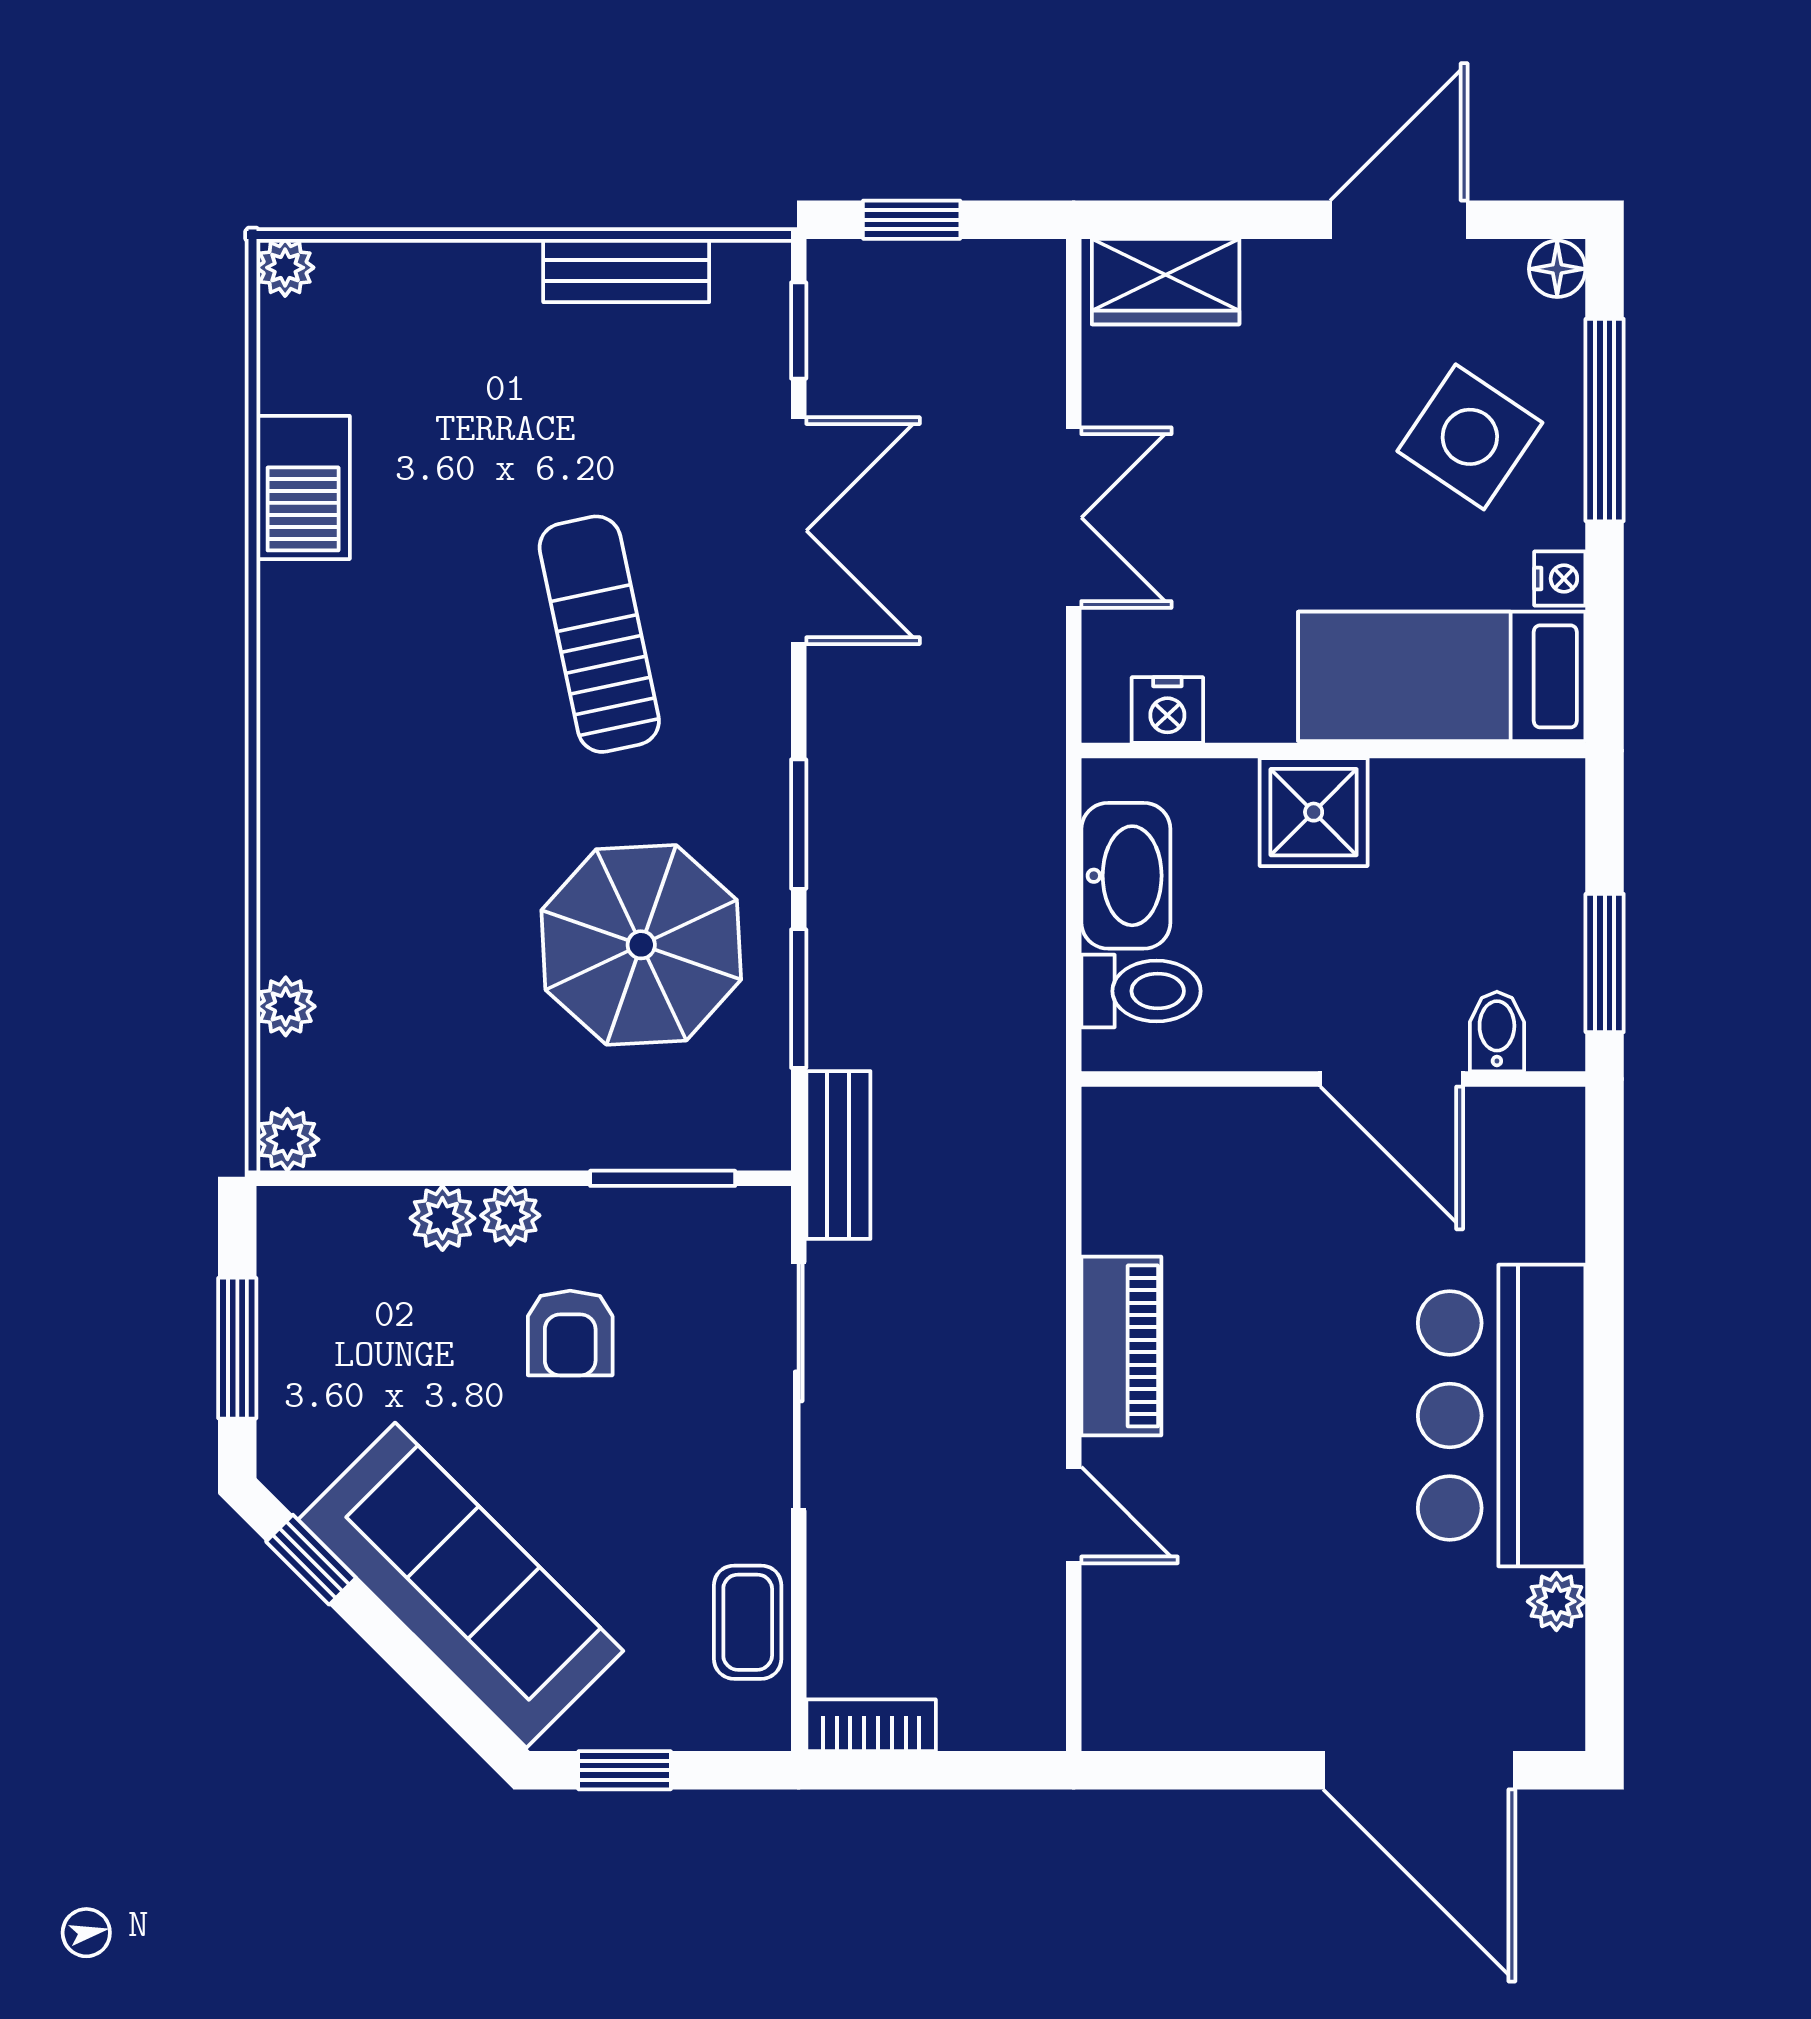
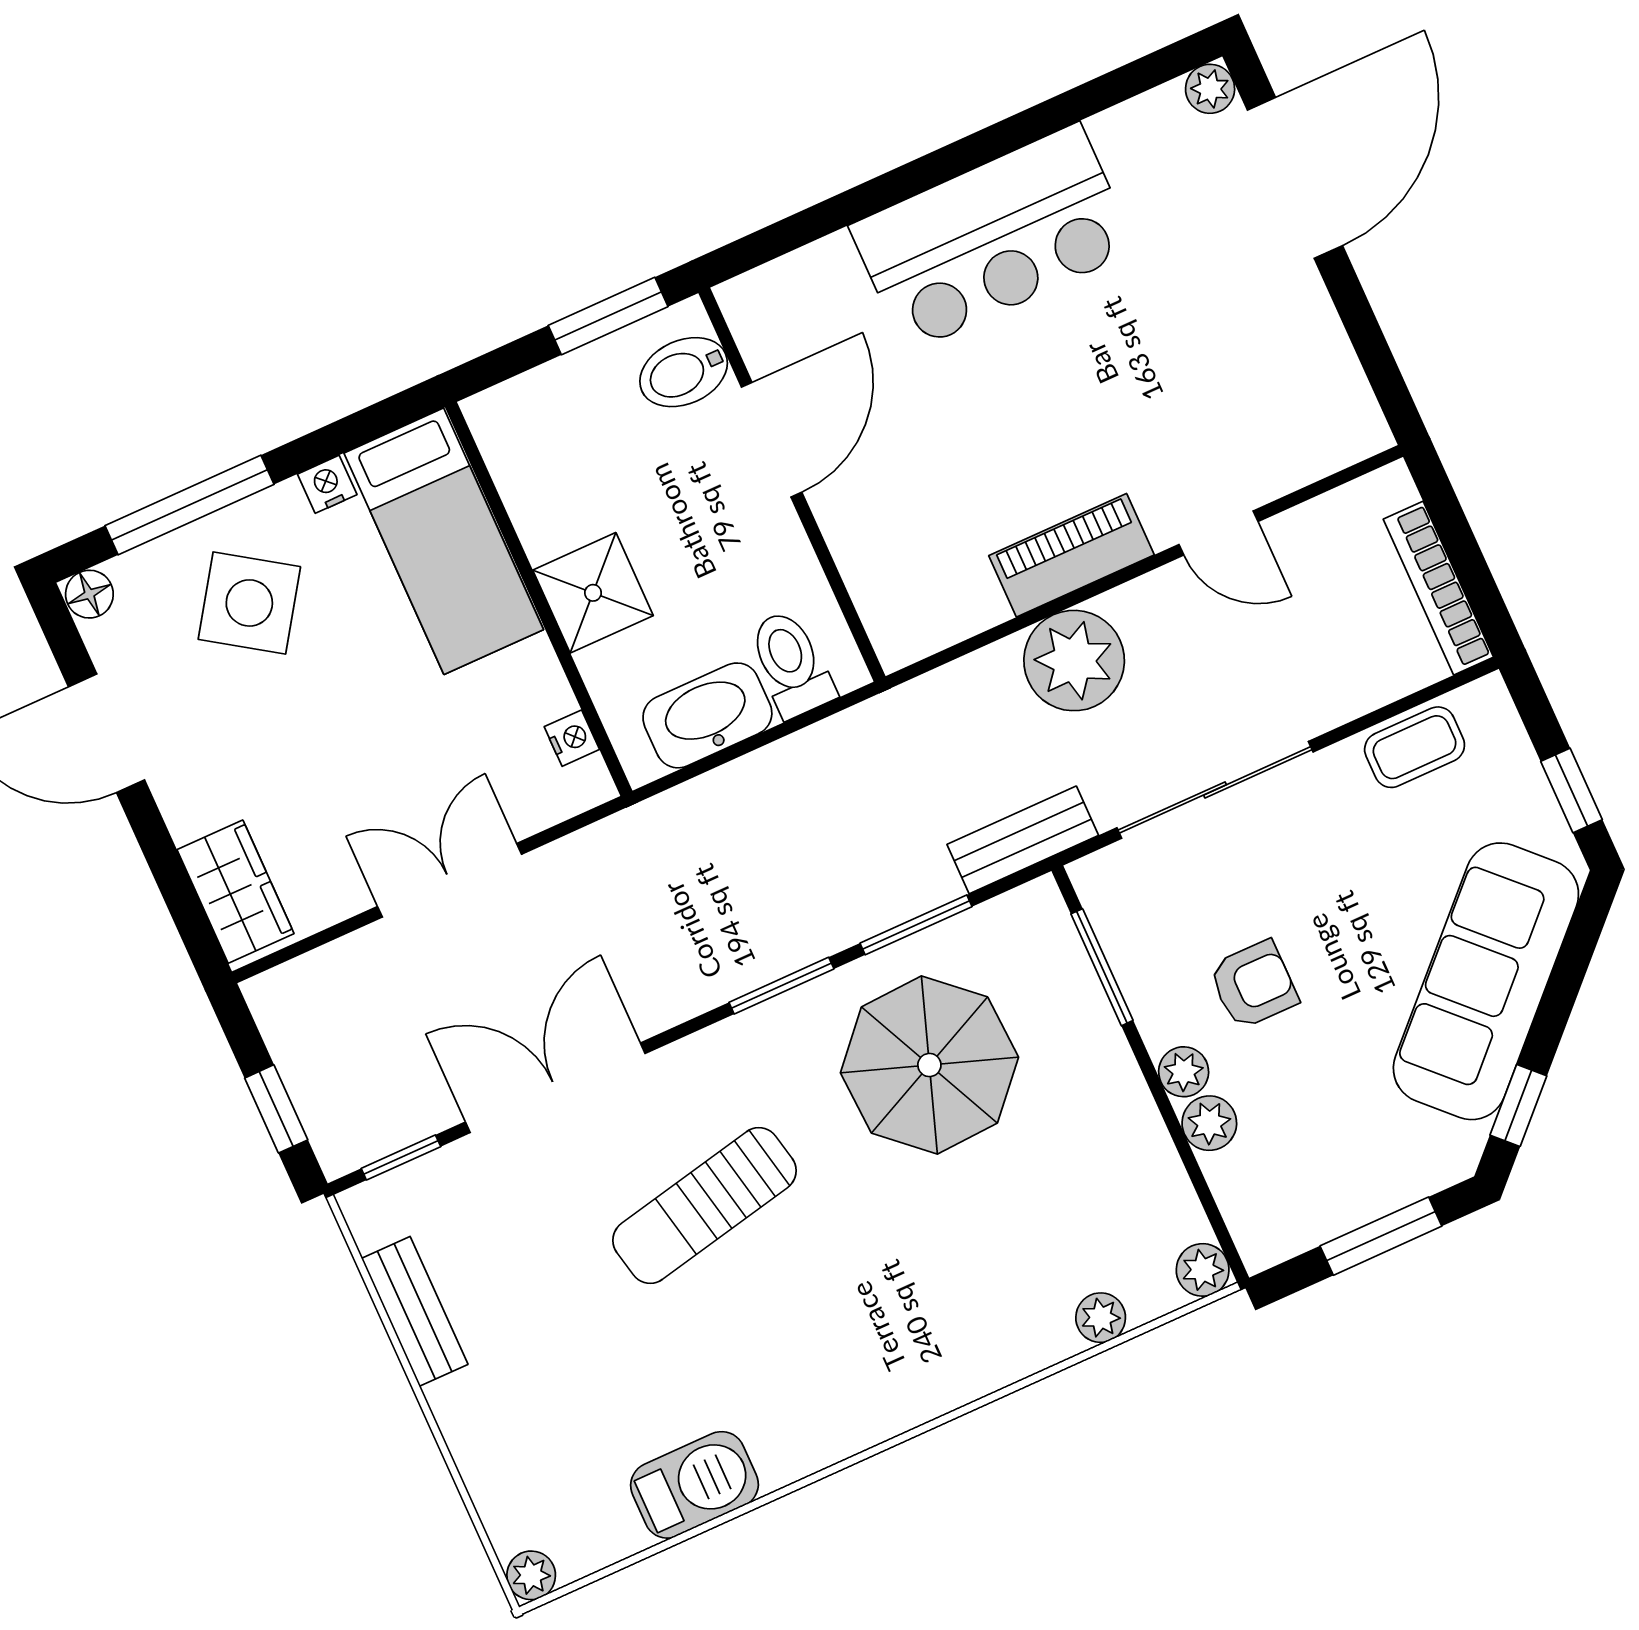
nightstand: (1167, 710) -> (572, 738), width x0.72, depth x0.74
bidet: (1497, 1031) -> (684, 372), width x1.38, depth x1.36
plant: (1007, 1297) -> (1074, 661), added
door: (1074, 1515) -> (1219, 533), swing flipped
plant: (1556, 1601) -> (1210, 89), moved
bookcase: (871, 1725) -> (1438, 588), width x1.56

